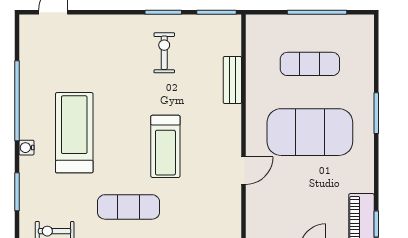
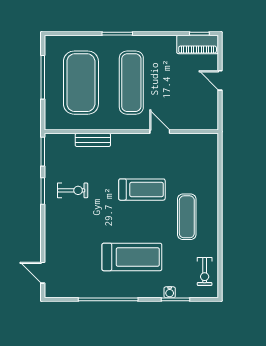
exercise bike: (164, 53) -> (73, 190), turned 180
exercise mat: (310, 64) -> (81, 83), width x2.00, depth x1.45
exercise mat: (310, 132) -> (131, 83), width x0.68
treadmill: (74, 133) -> (132, 257), turned 180
water cooler: (27, 148) -> (170, 292), moved

